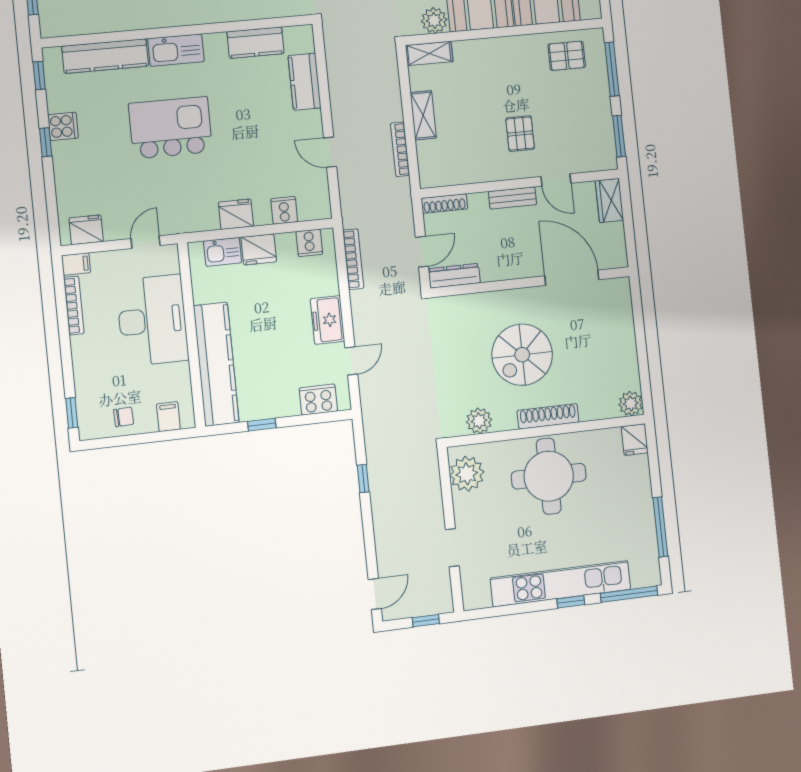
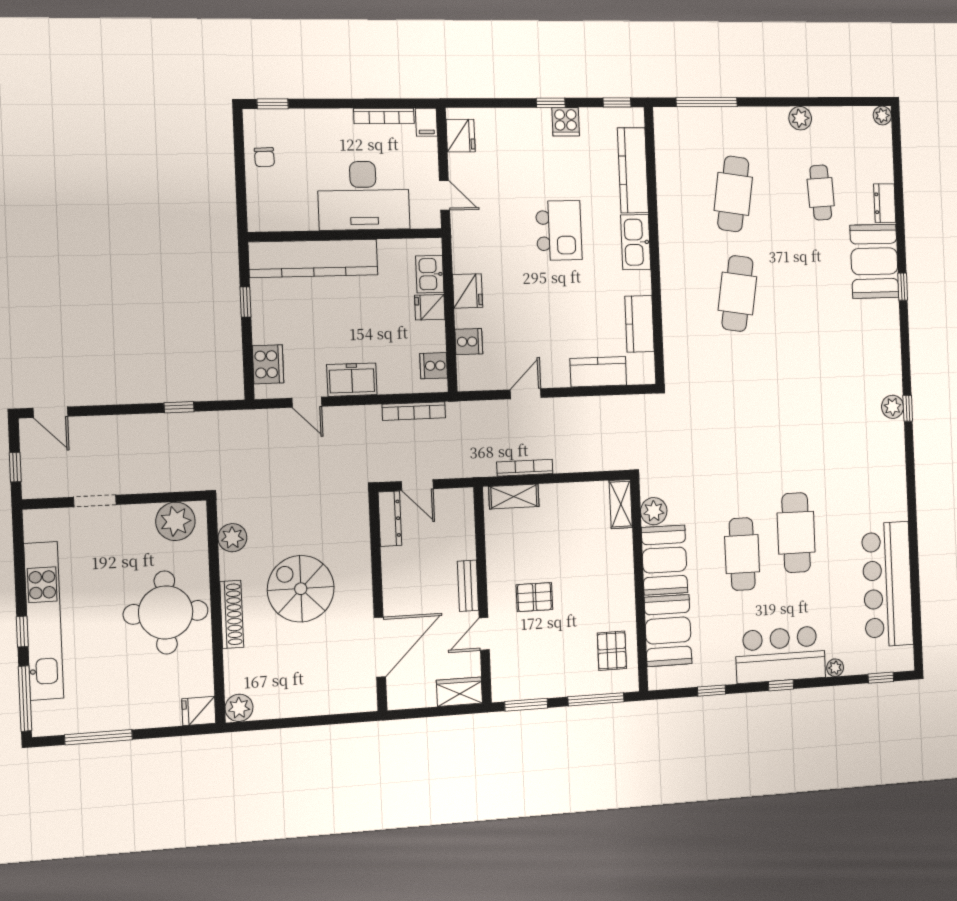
shelving: (423, 115) -> (514, 497), moved
kitchen island: (171, 128) -> (559, 230), width x0.73, depth x0.78
shoe rack: (444, 204) -> (466, 512), removed
fridge: (259, 249) -> (430, 307), width x0.72
filing cabinet: (168, 417) -> (261, 204), removed

